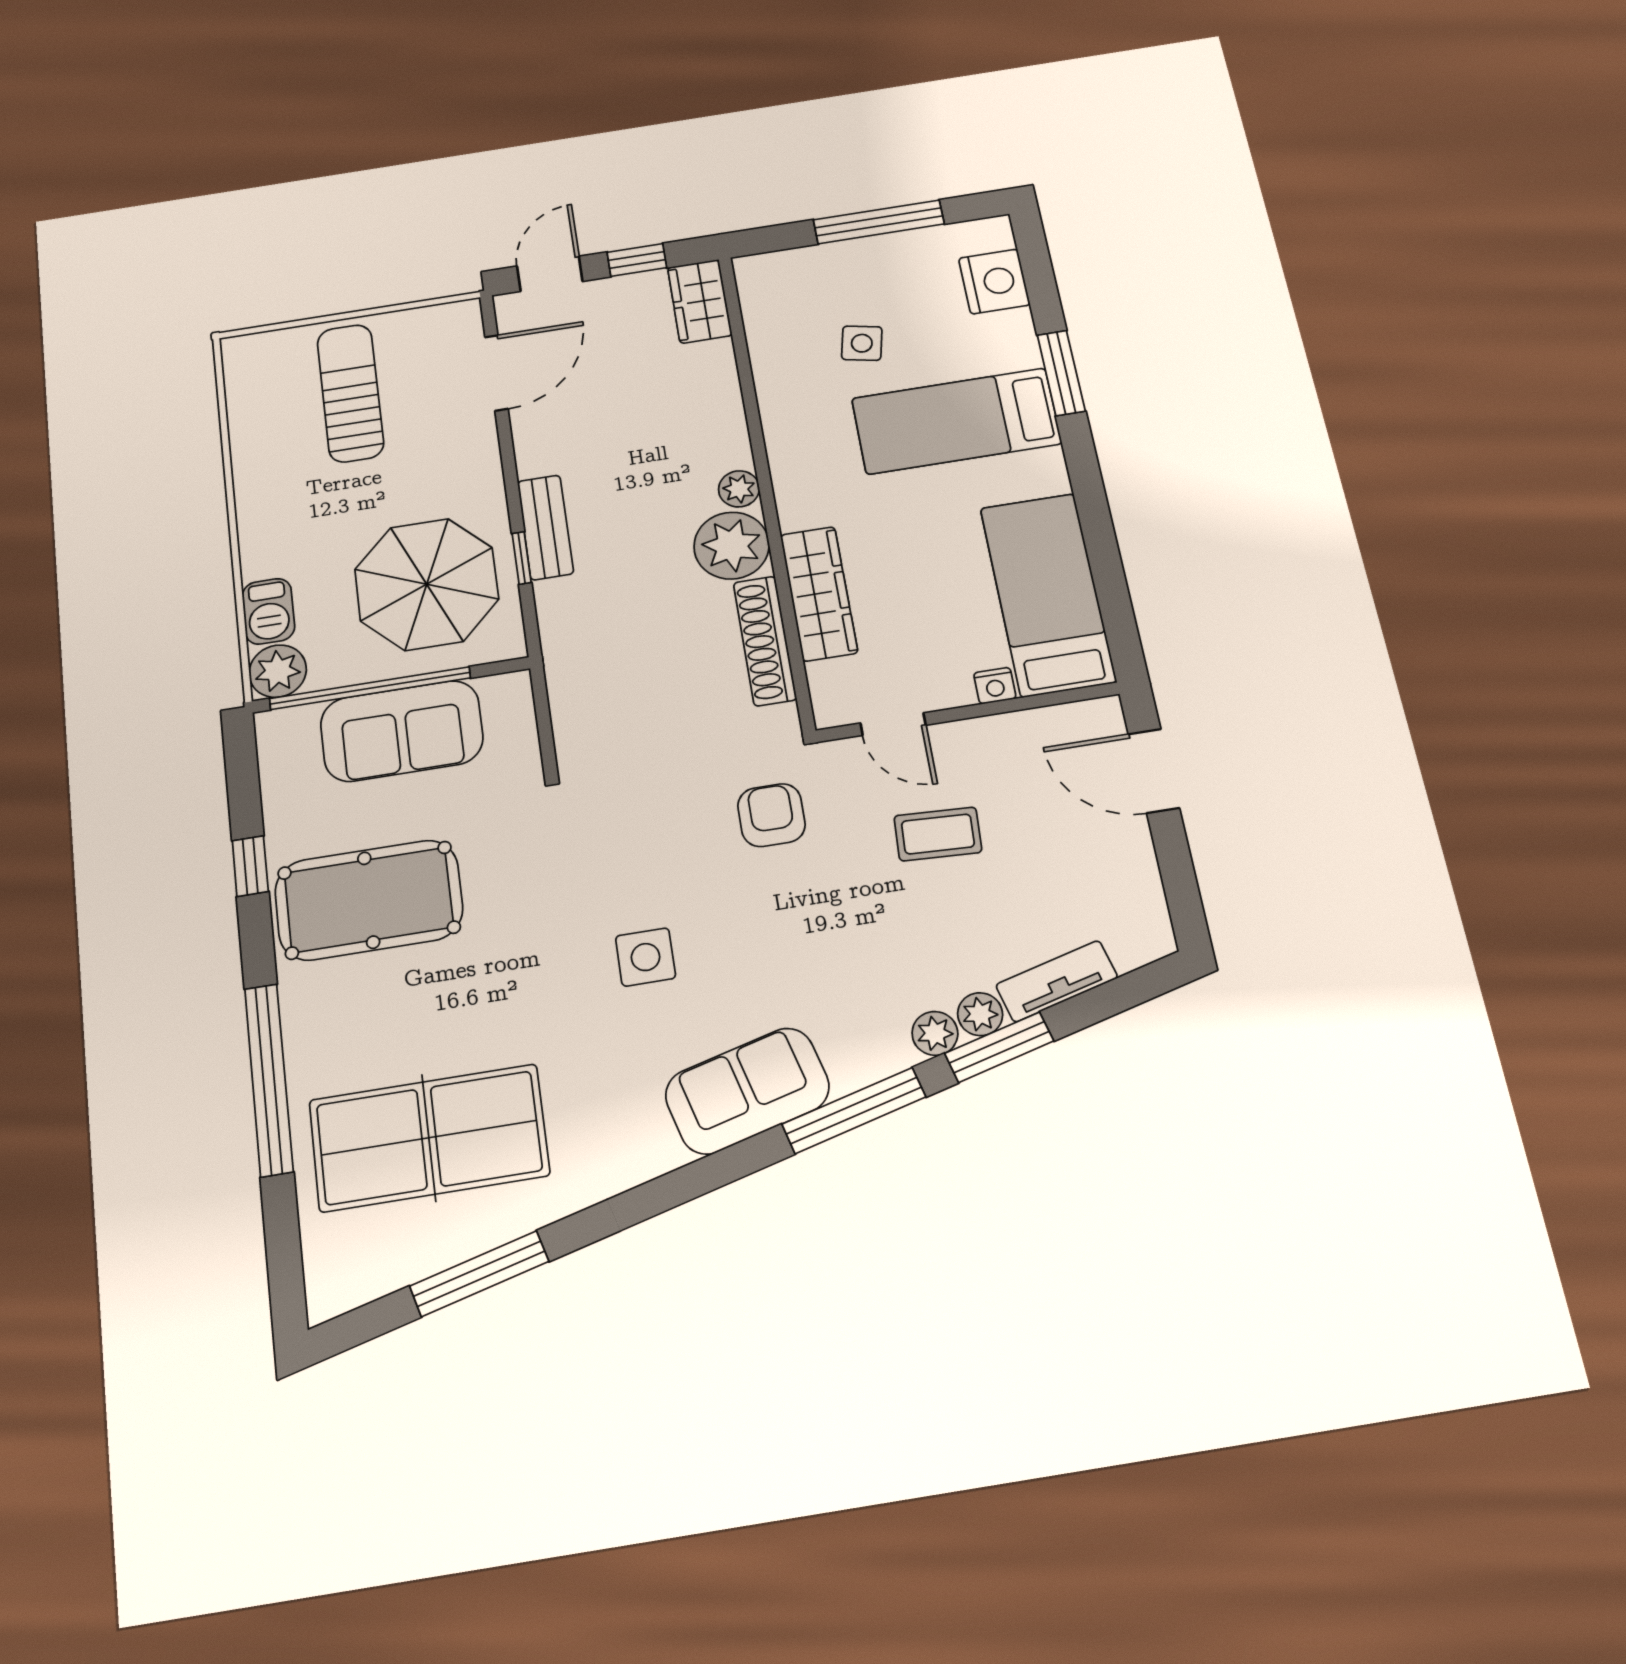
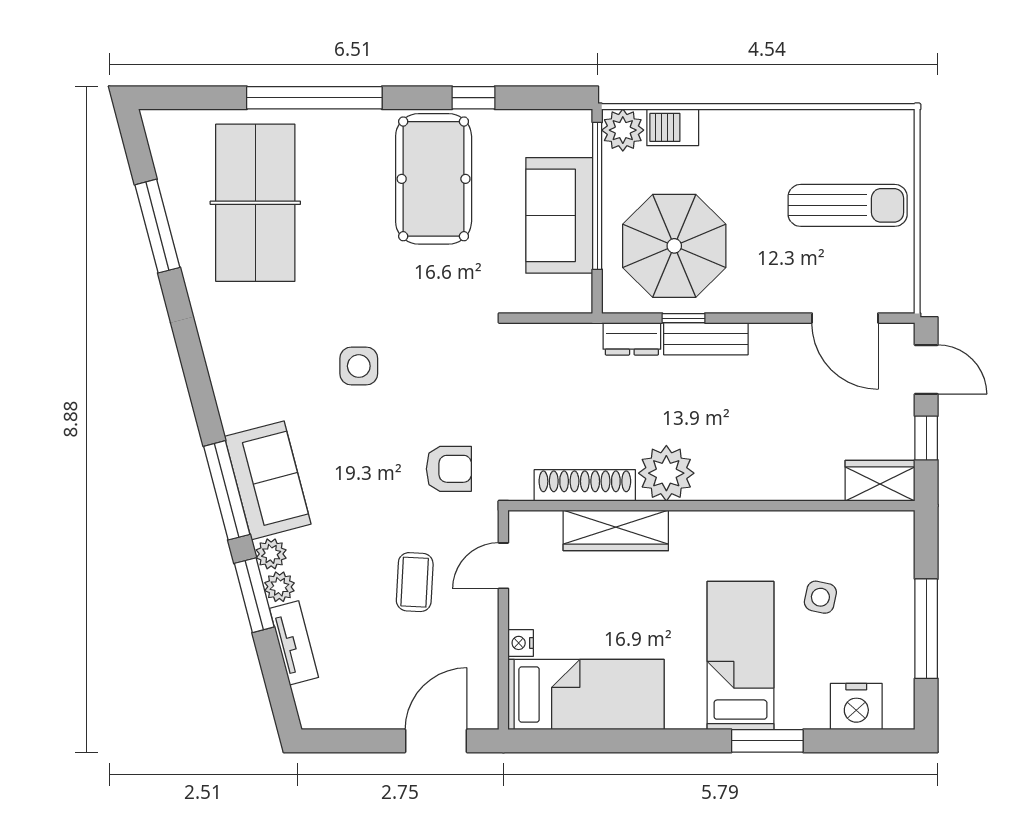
plant: (739, 489) -> (712, 486), removed
dresser: (558, 615) -> (632, 339), added
sofa: (747, 1091) -> (268, 480), moved

